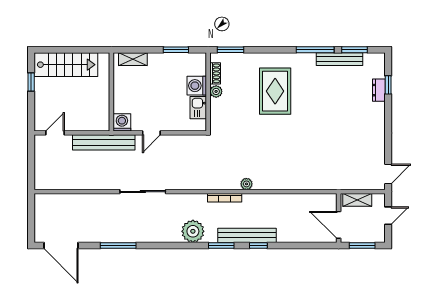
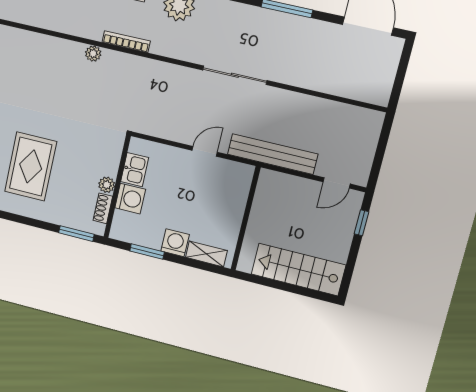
window: (31, 82) -> (362, 223), moved
washing machine: (122, 122) -> (175, 243), moved, turned 180

